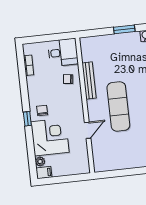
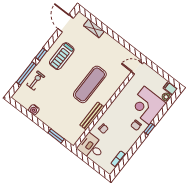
window: (124, 29) -> (56, 136), moved
door: (88, 130) -> (137, 68), moved

